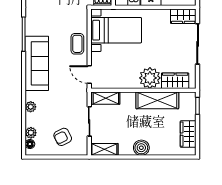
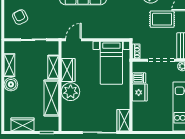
coffee table: (77, 44) -> (100, 30), removed
wardrobe: (175, 81) -> (68, 70), moved
shelving: (106, 98) -> (53, 67), moved
shelving: (104, 149) -> (9, 65), moved

